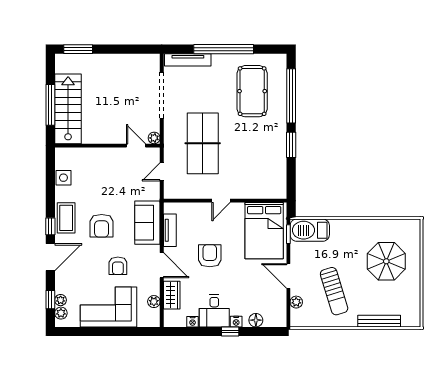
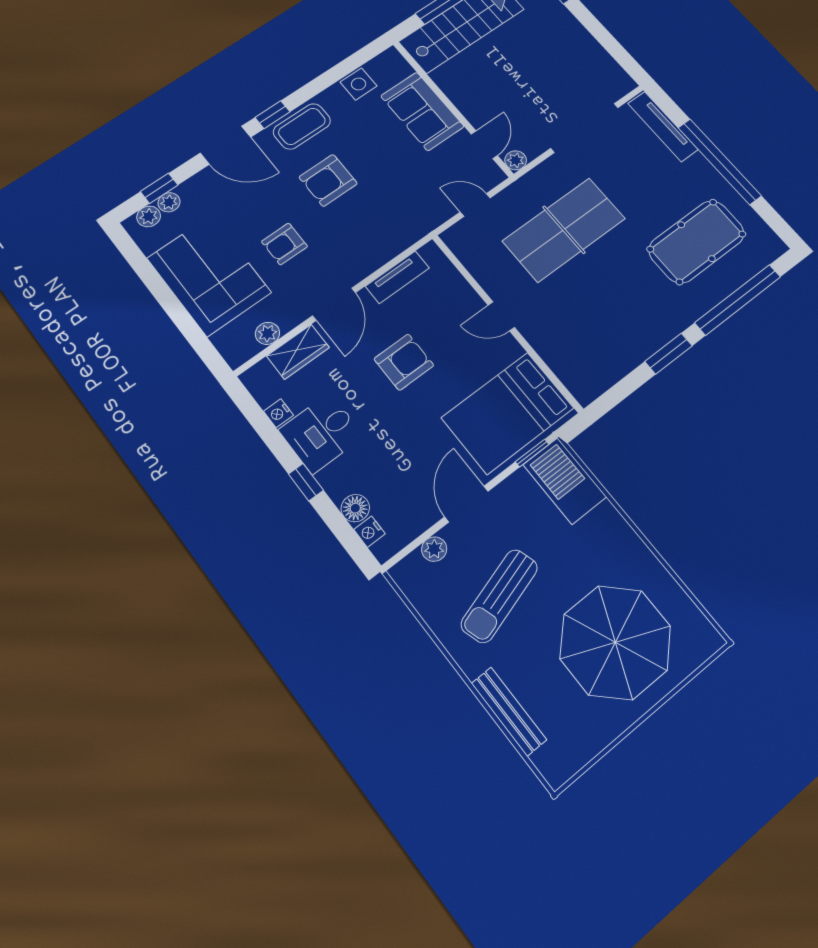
sofa: (147, 223) -> (422, 111), moved, turned -90
parasol: (386, 261) -> (615, 642), width x1.36, depth x1.36
nightstand: (236, 322) -> (369, 532), moved

